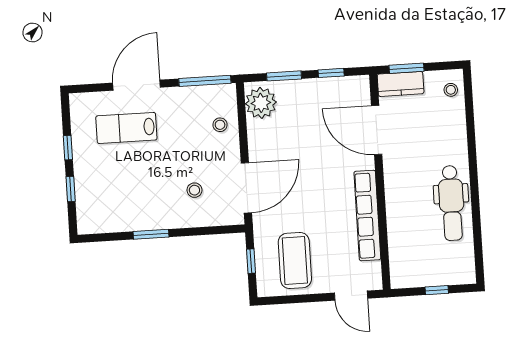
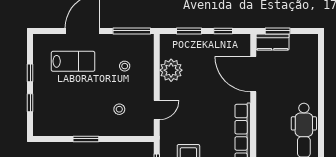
stool: (451, 90) -> (309, 49), removed
plant: (261, 103) -> (171, 70), moved
stool: (220, 125) -> (125, 66), moved
lab bench: (126, 128) -> (73, 61), turned 180
door: (246, 188) -> (157, 110), width x0.53

